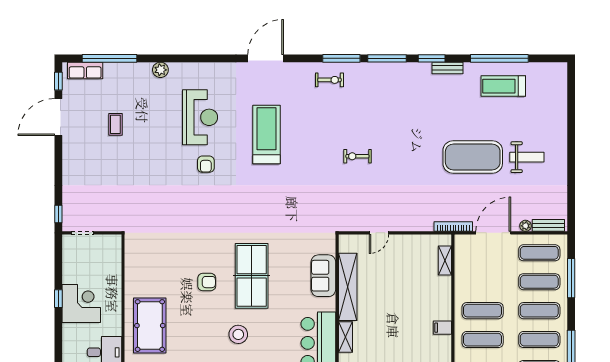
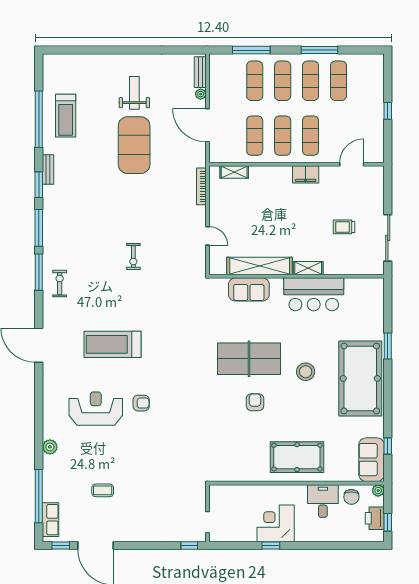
bookcase: (453, 227) -> (201, 186), moved
exercise mat: (539, 253) -> (255, 136), moved
filing cabinet: (442, 328) -> (306, 174), width x2.00

